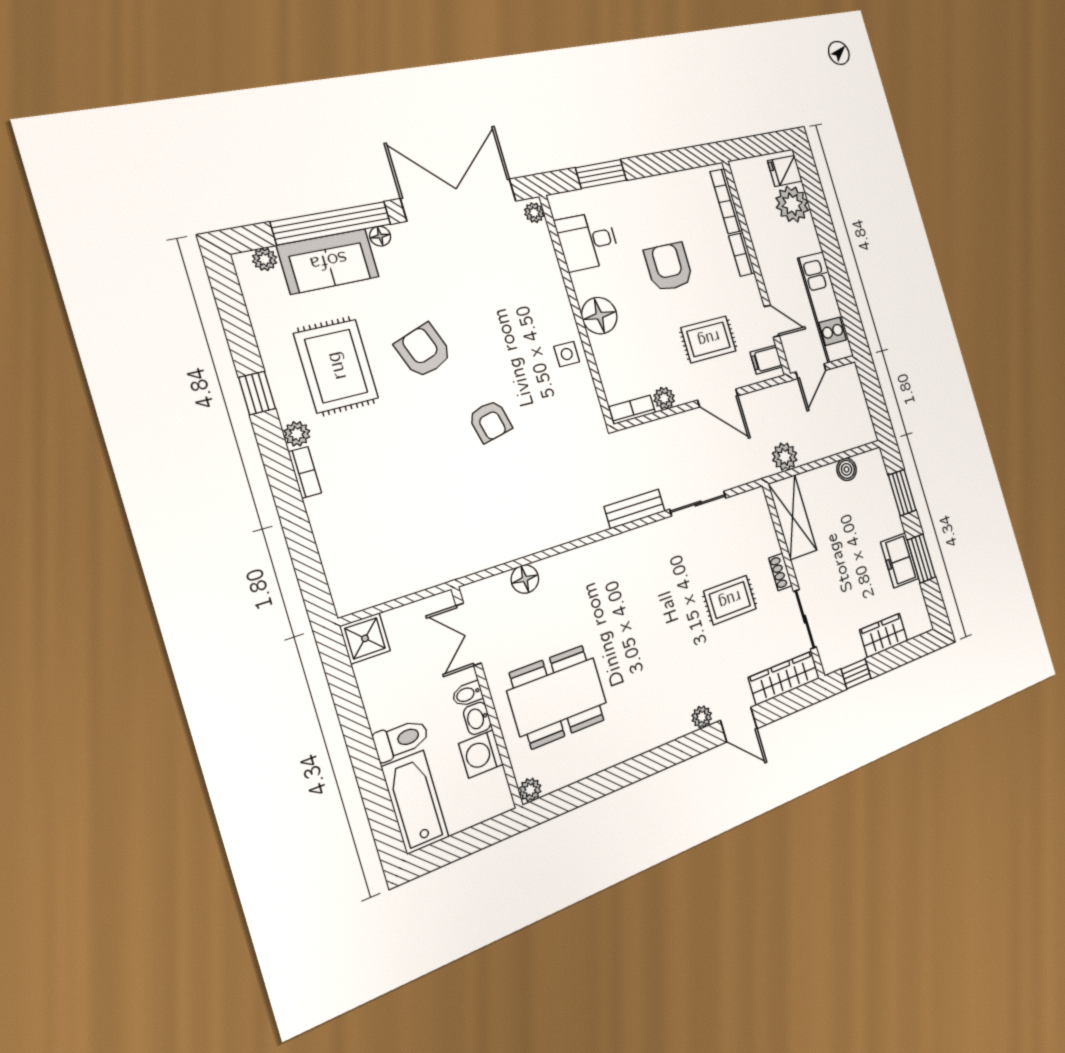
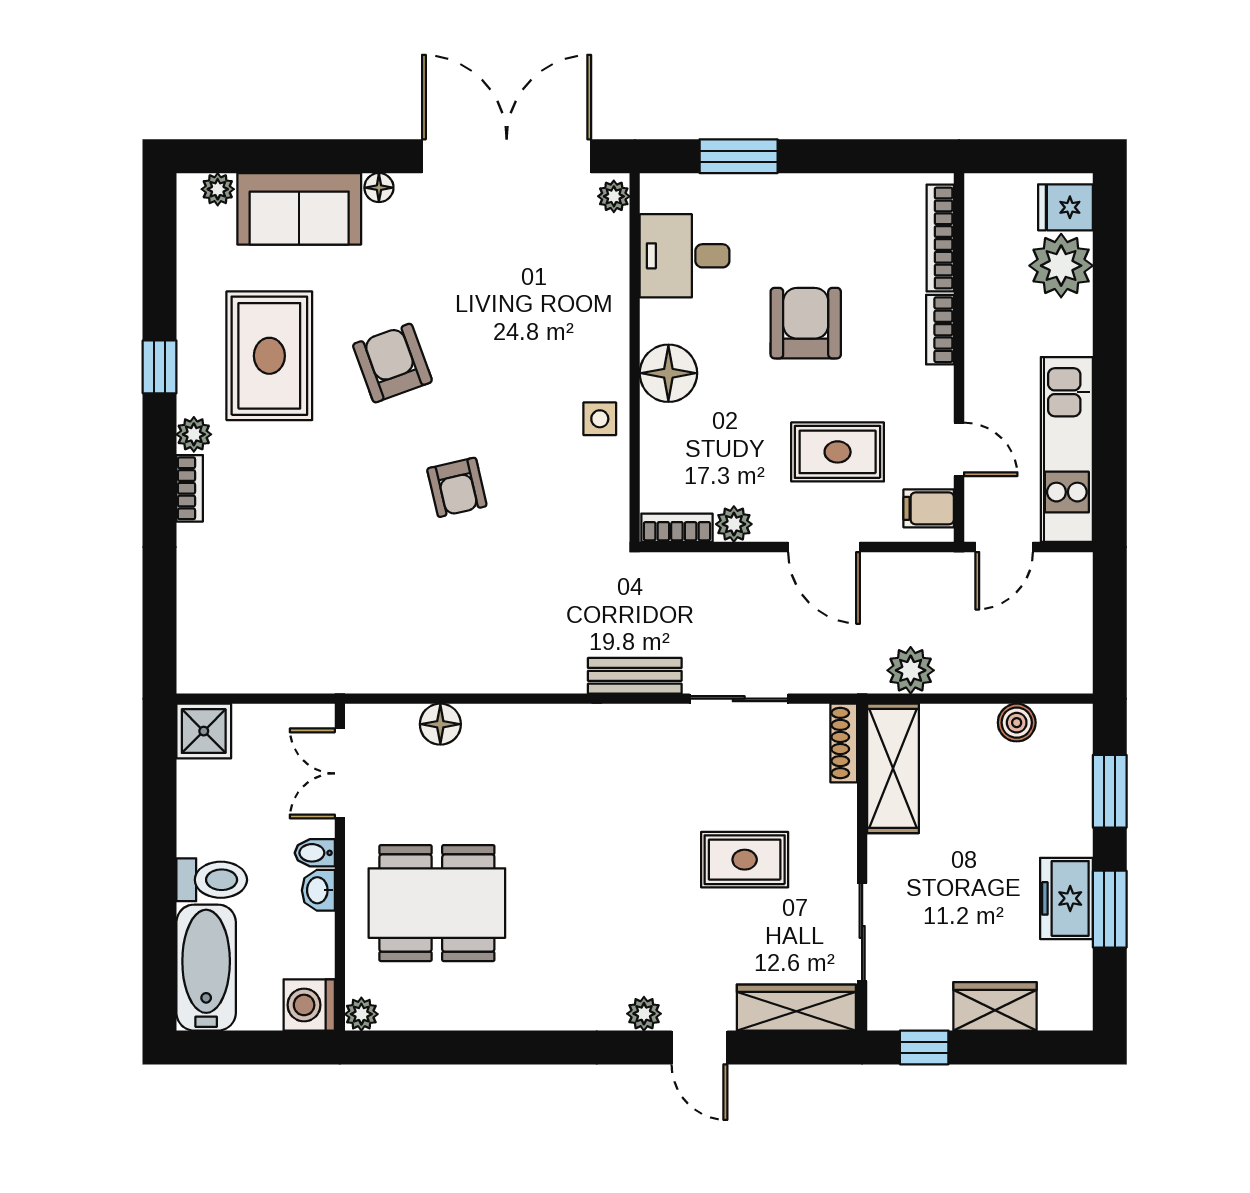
window: (331, 223) -> (318, 156), removed
shoe rack: (780, 572) -> (844, 743), moved, width x1.43
washing machine: (481, 754) -> (309, 1005), moved

